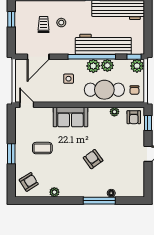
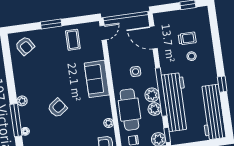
coffee table: (42, 148) -> (73, 40), moved
plant: (54, 192) -> (22, 101), moved

